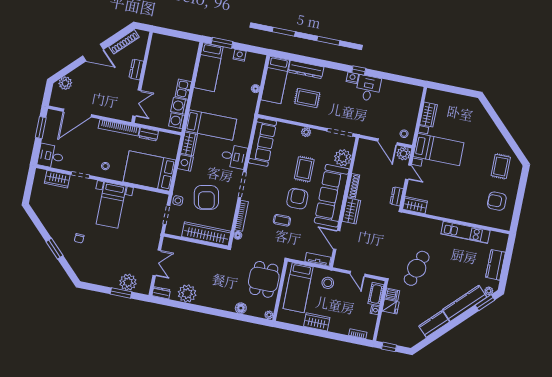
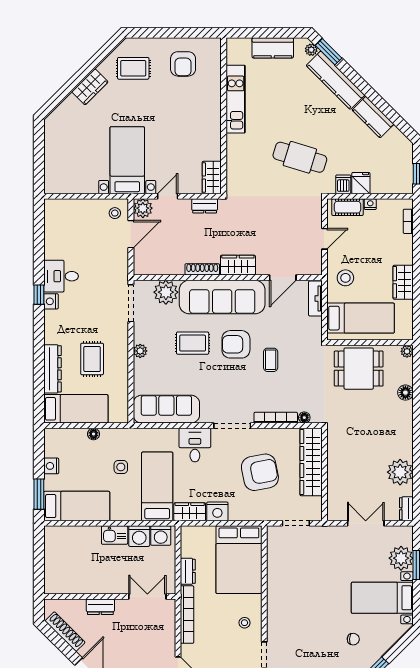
wardrobe: (428, 115) -> (90, 87), moved, turned 135
side table: (178, 201) -> (121, 467), moved
bed with nightstands: (111, 205) -> (382, 598), moved, turned 180

